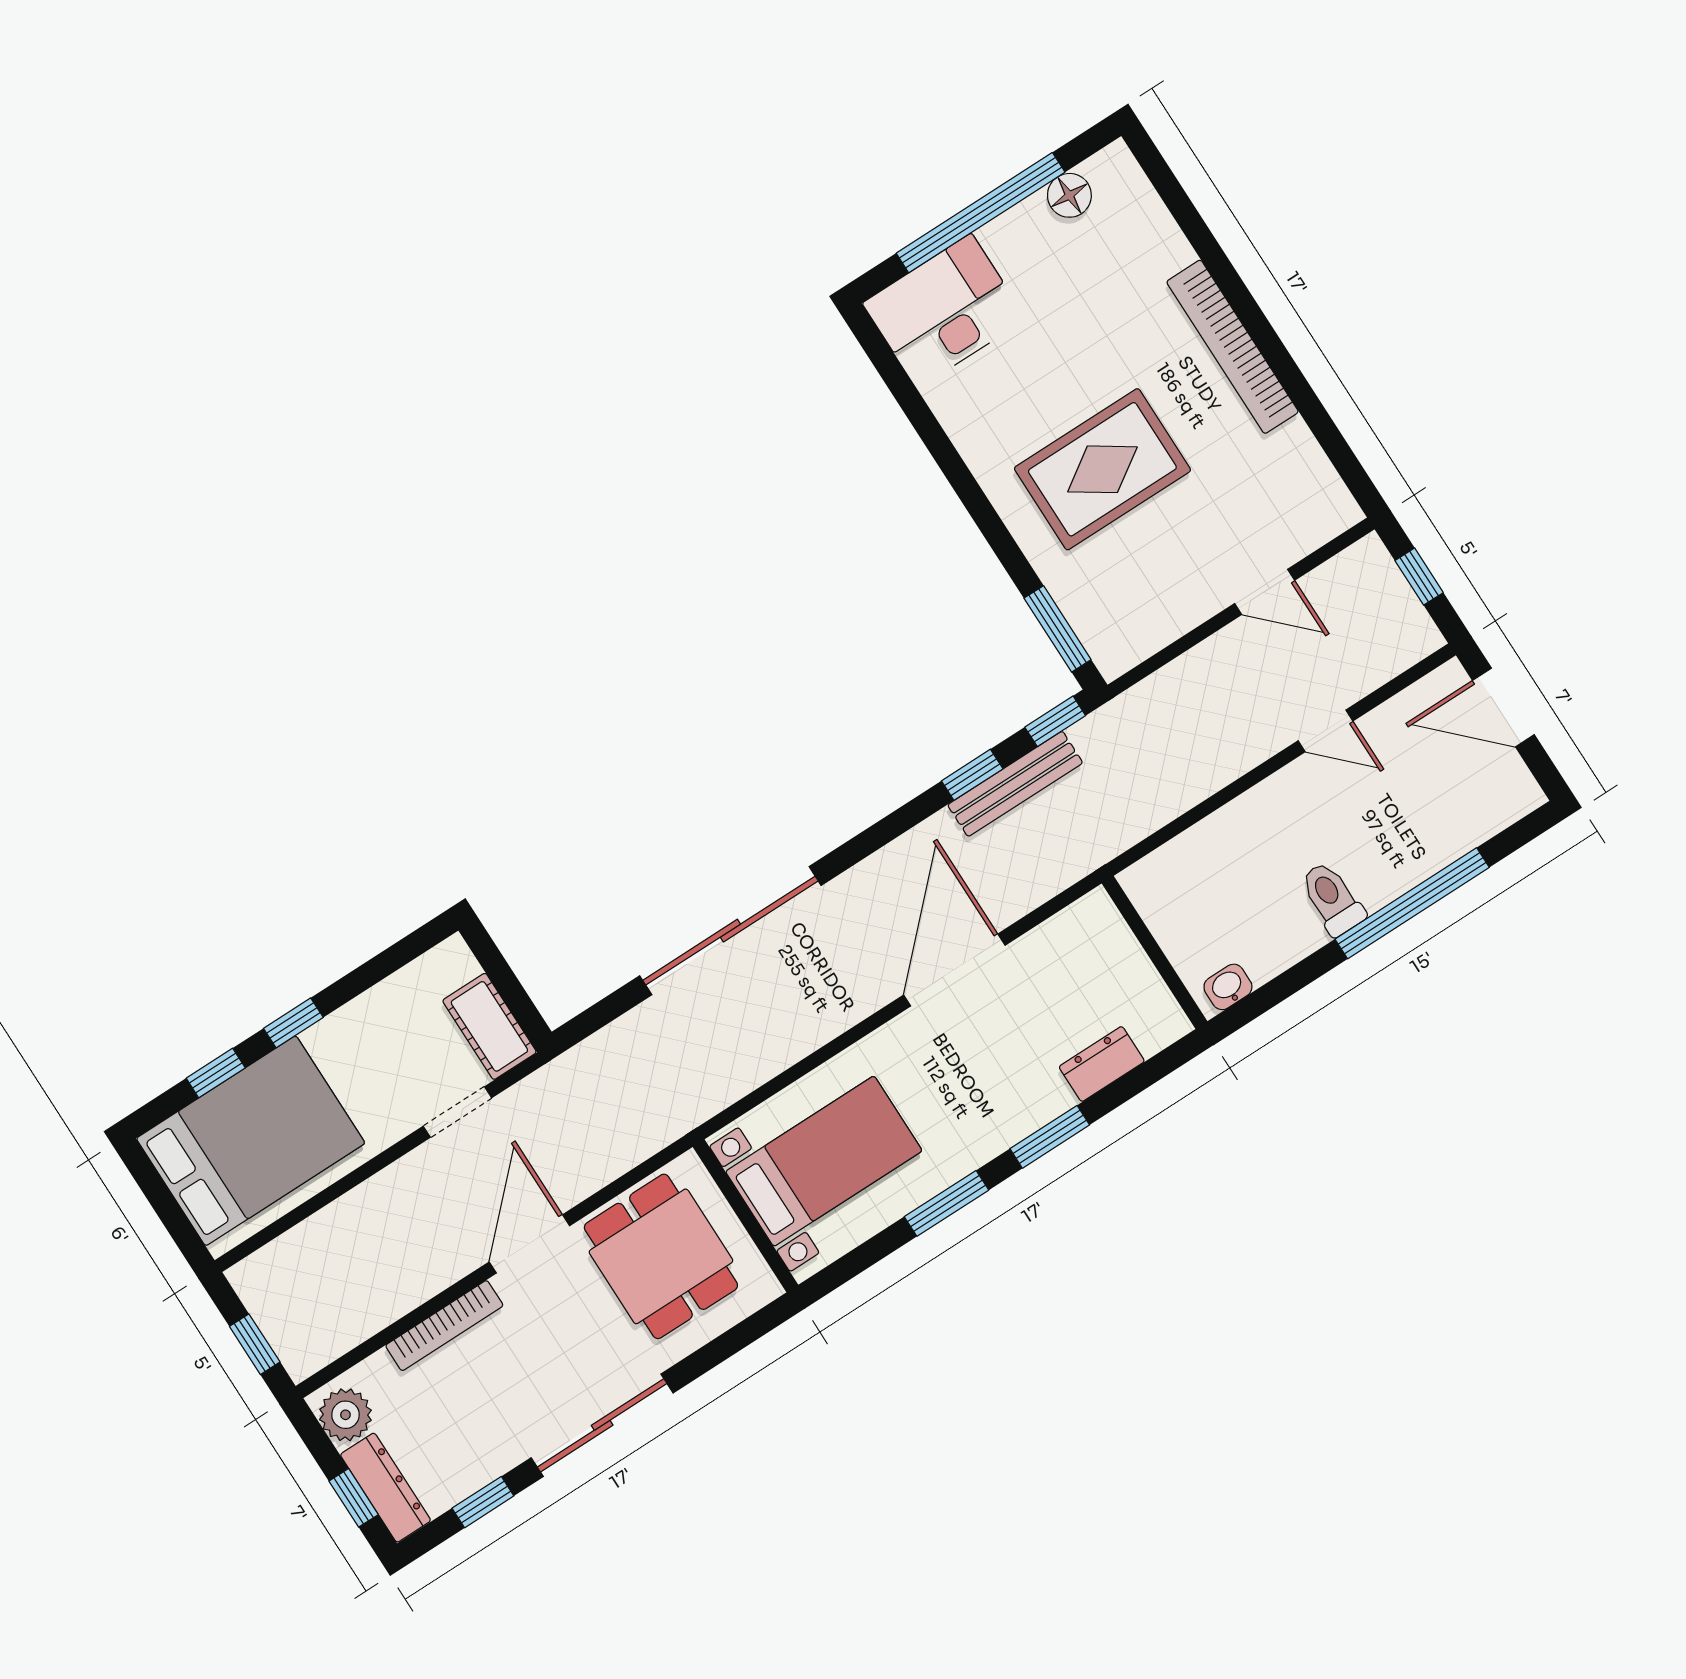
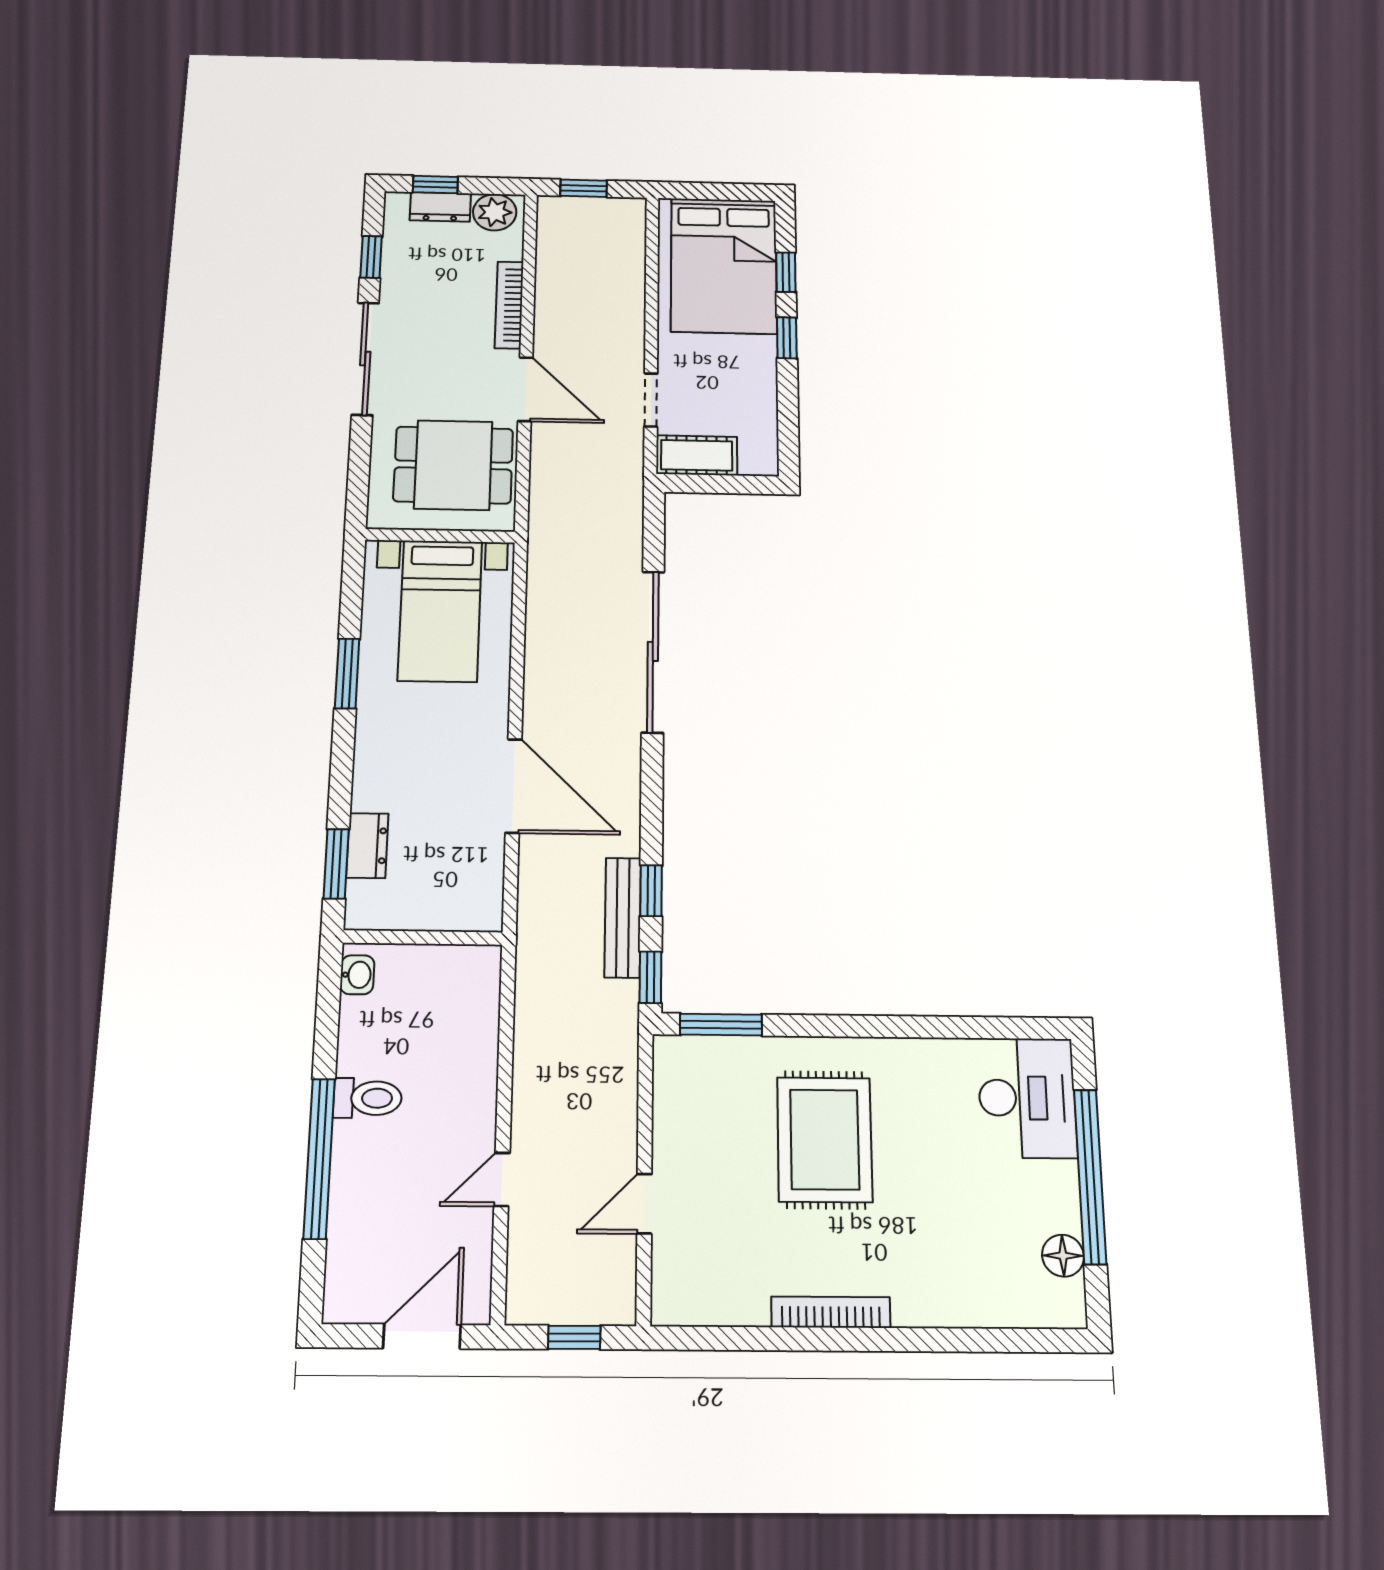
bookcase: (1233, 347) -> (831, 1312), width x0.68, depth x0.76
window: (1050, 1137) -> (336, 864), moved
dresser: (386, 1488) -> (440, 207), width x0.70

